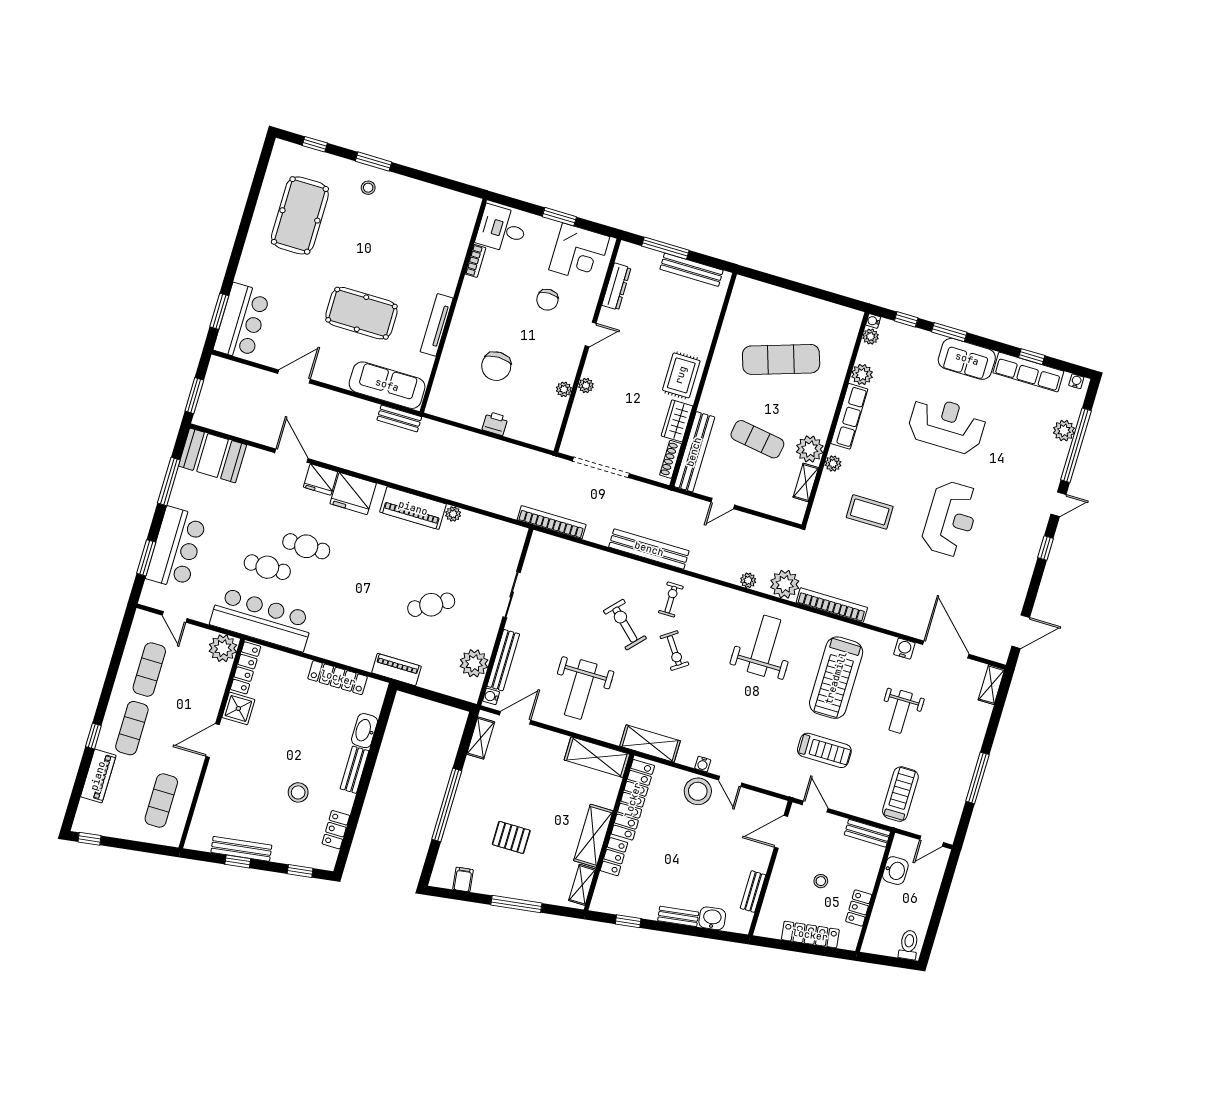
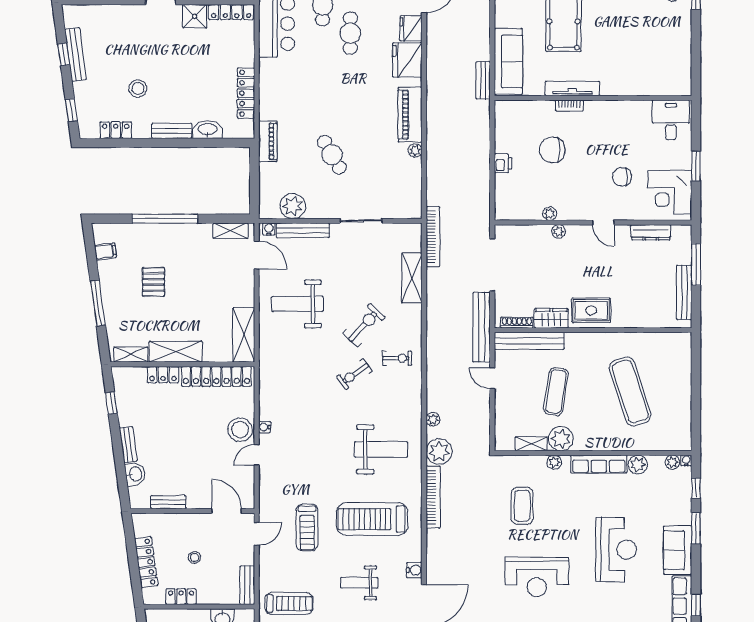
bookcase: (476, 261) -> (569, 106), moved
bench: (649, 549) -> (482, 327), moved
shelving: (650, 744) -> (412, 278), moved

